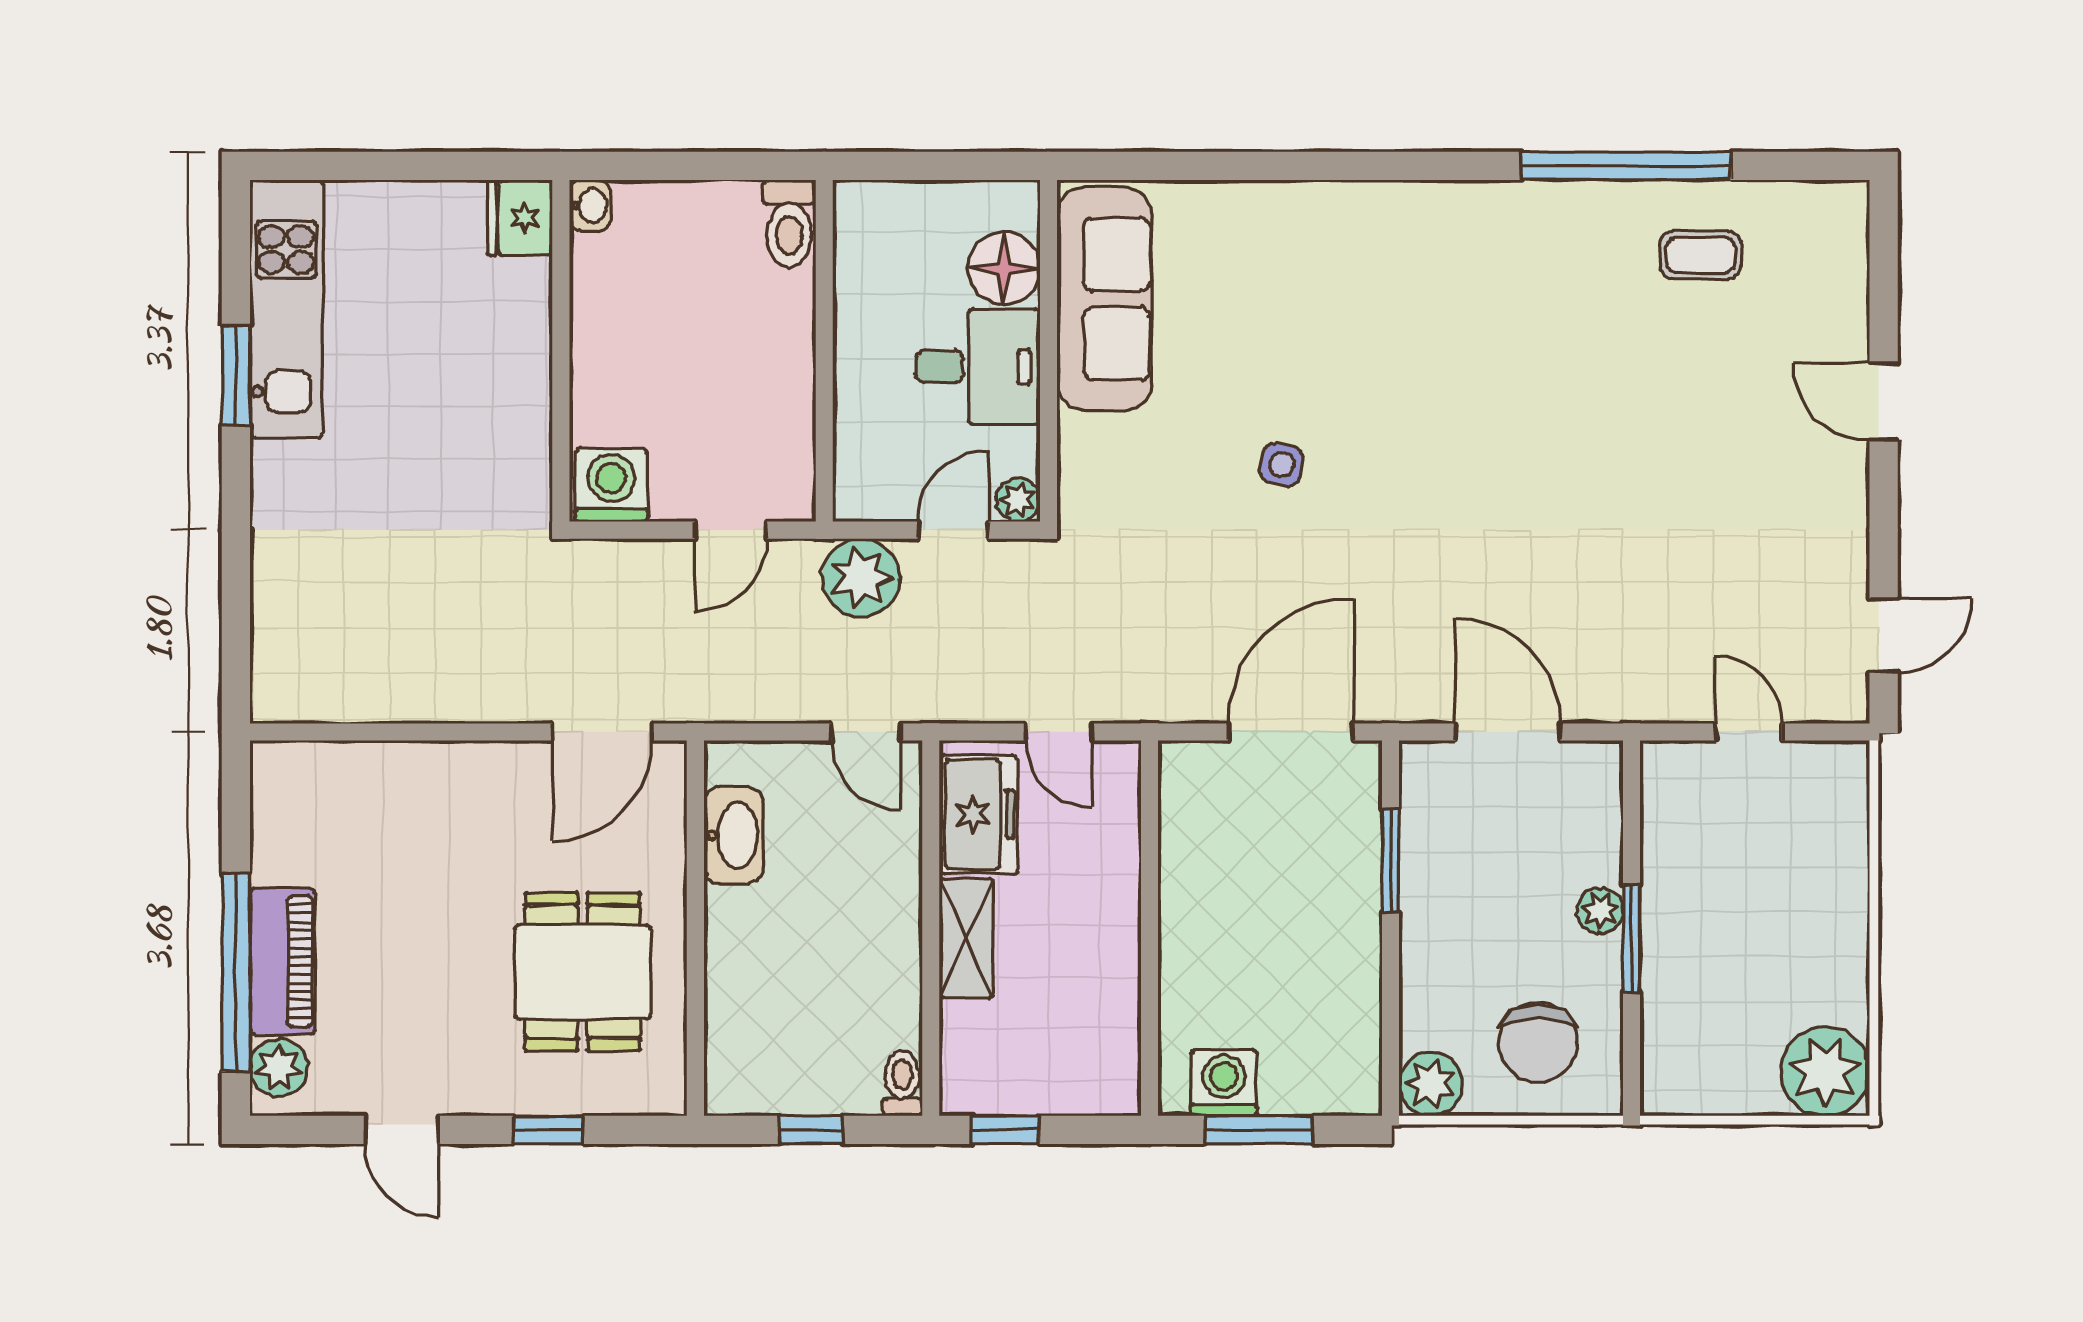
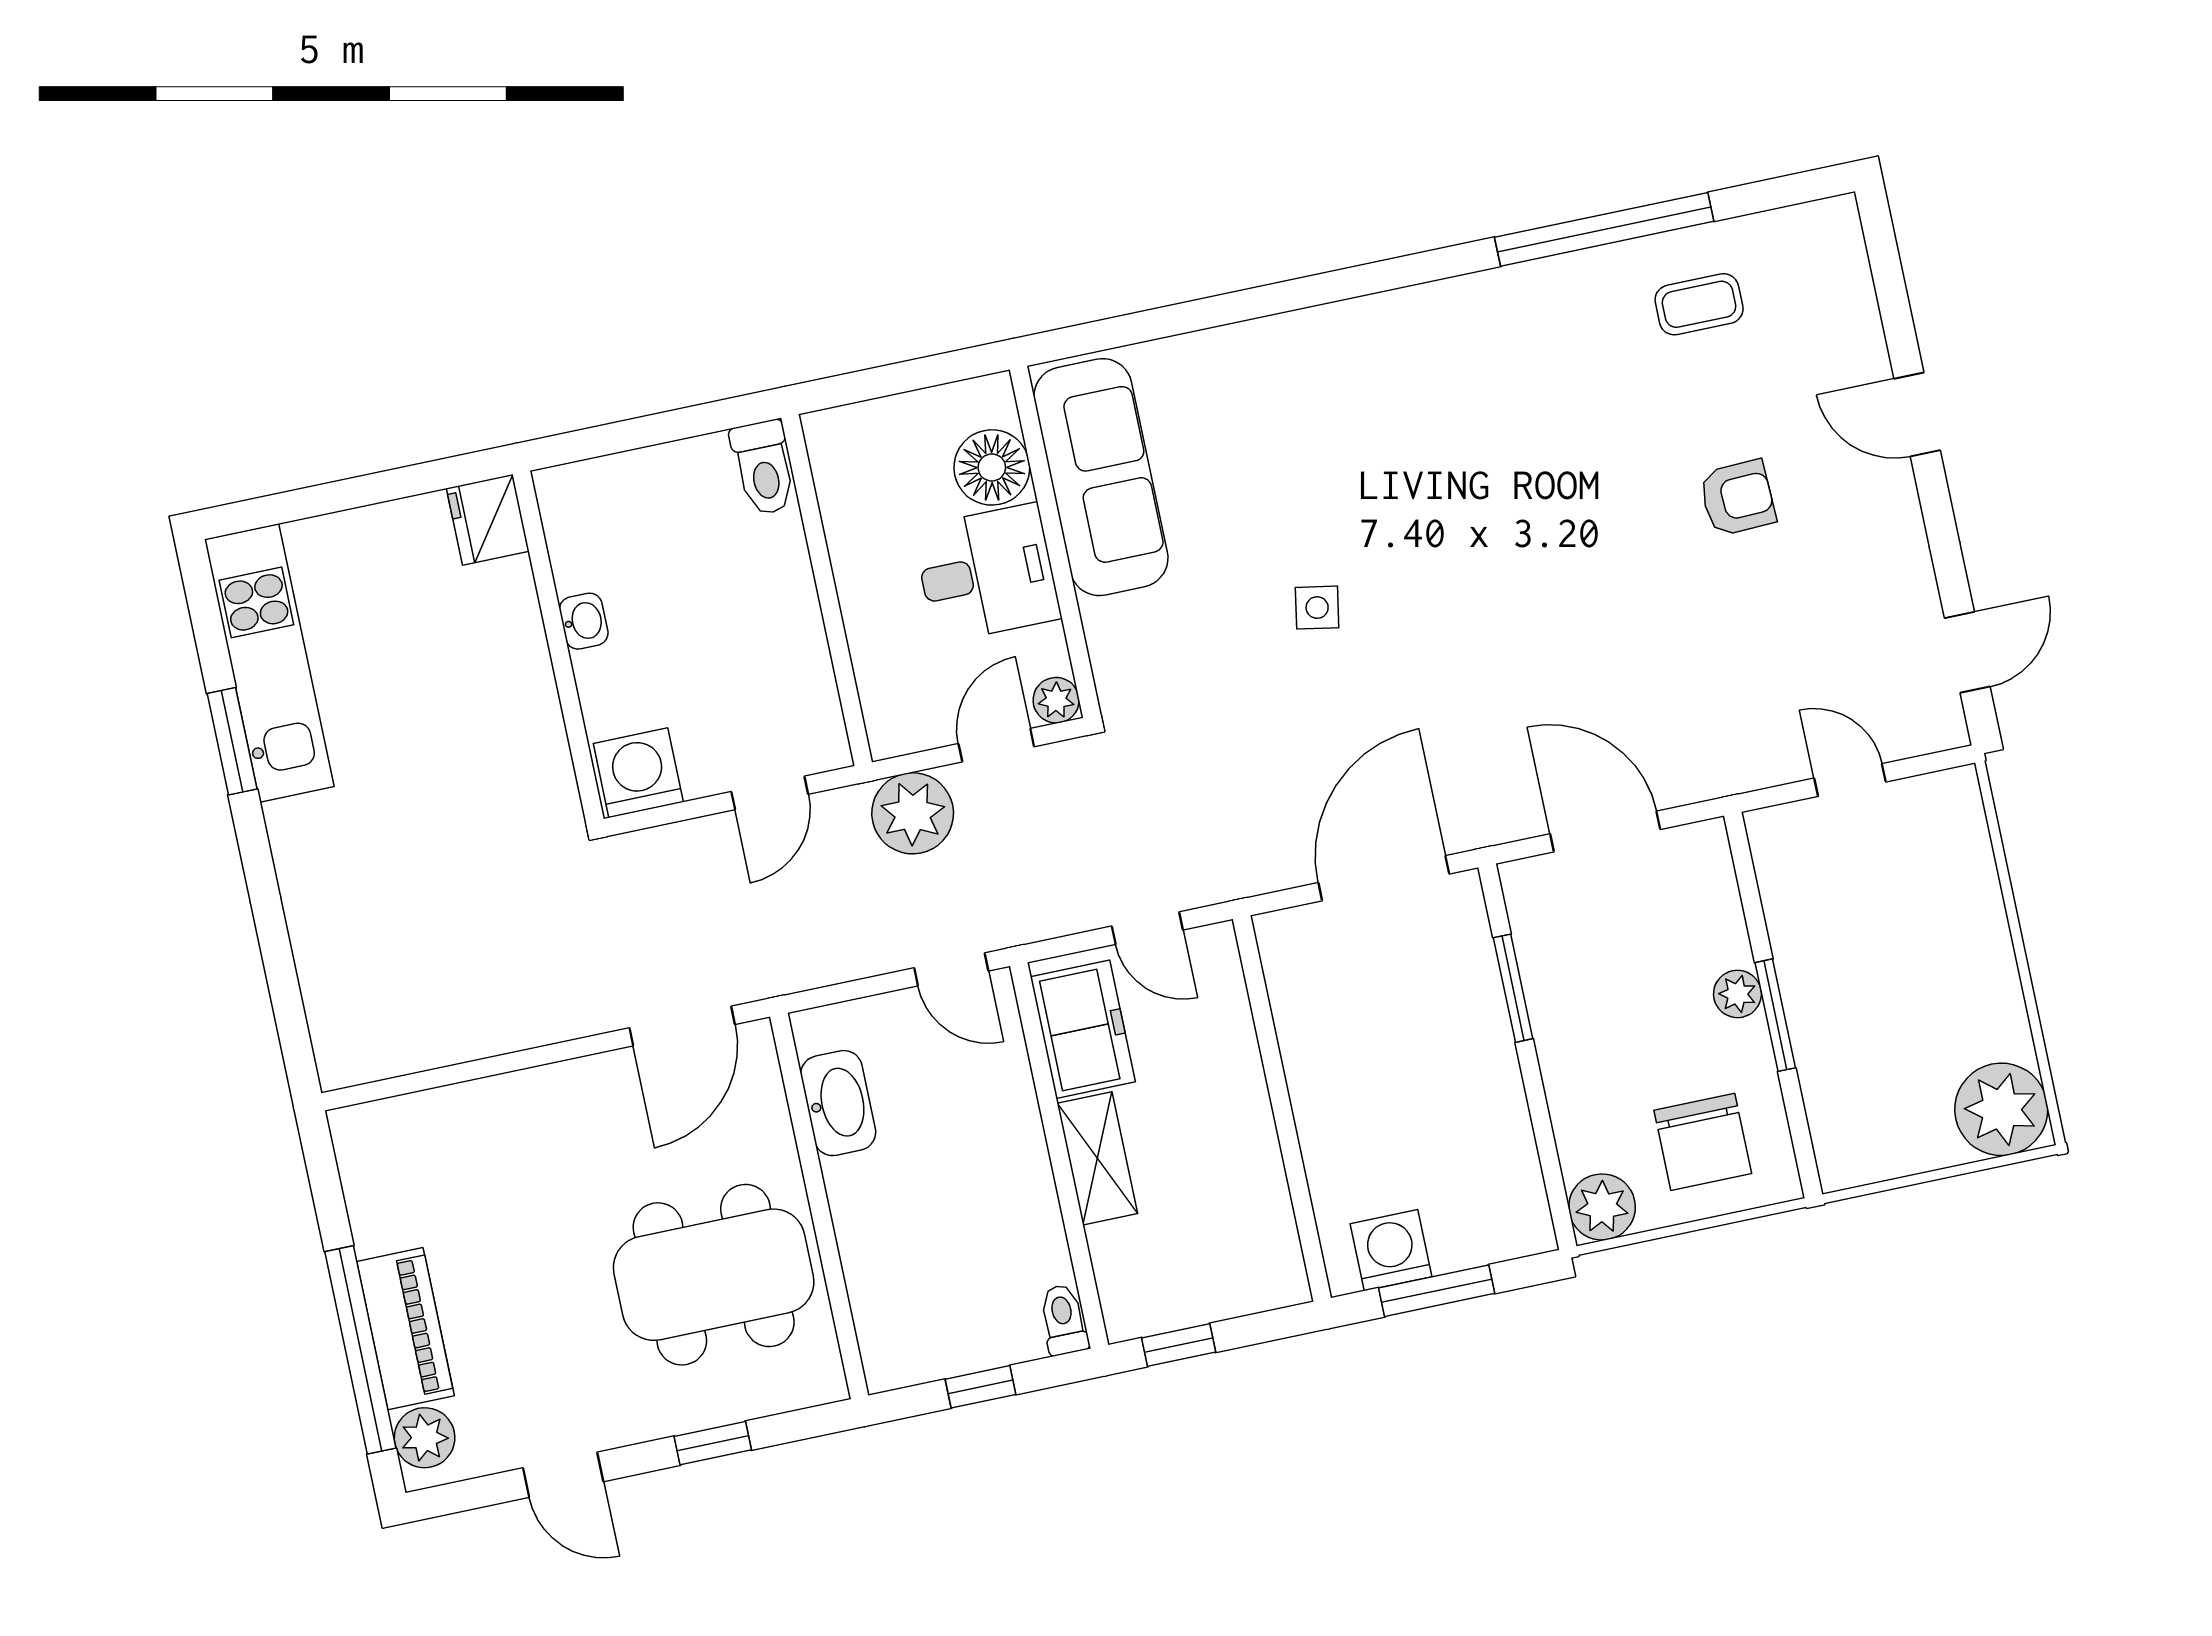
washbasin: (590, 205) -> (584, 621), moved
armchair: (1698, 445) -> (1737, 498), added
dining table: (583, 972) -> (714, 1275), width x1.38

